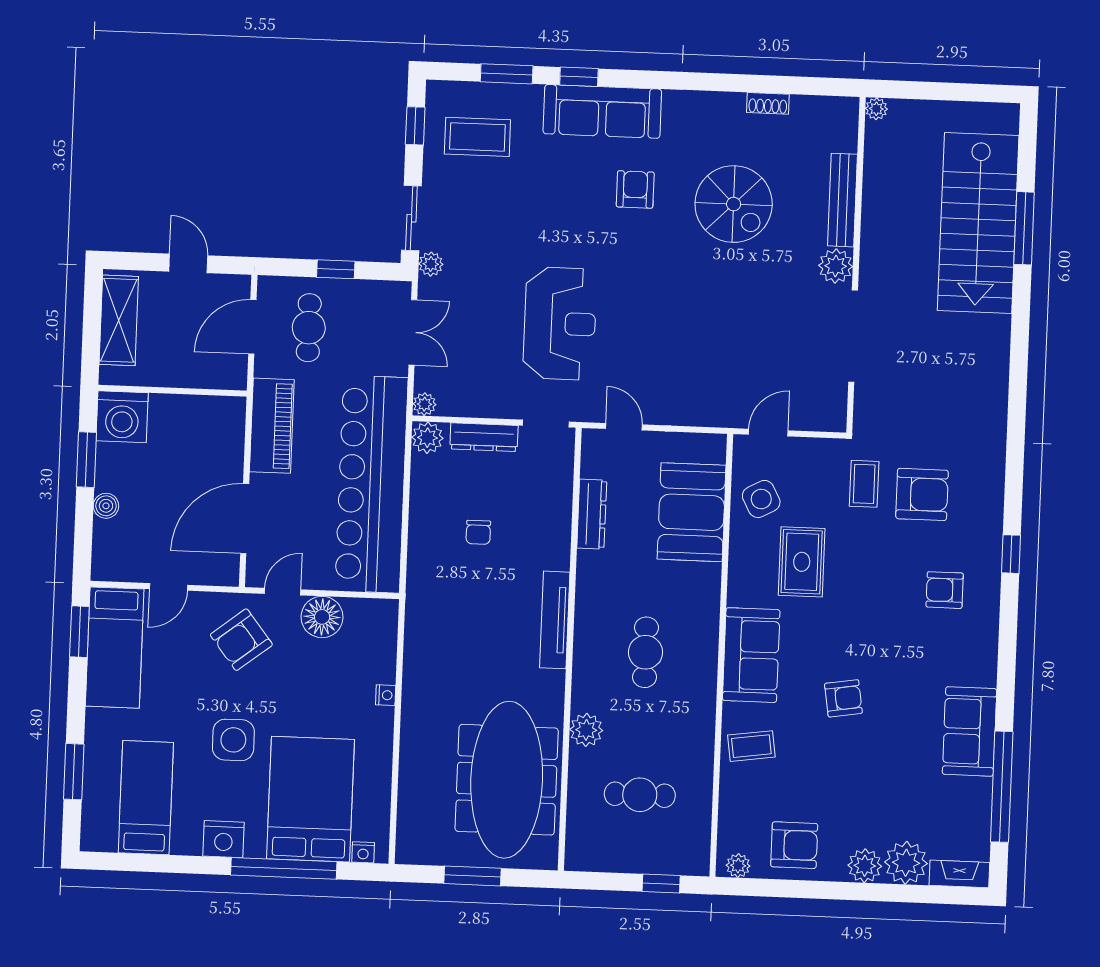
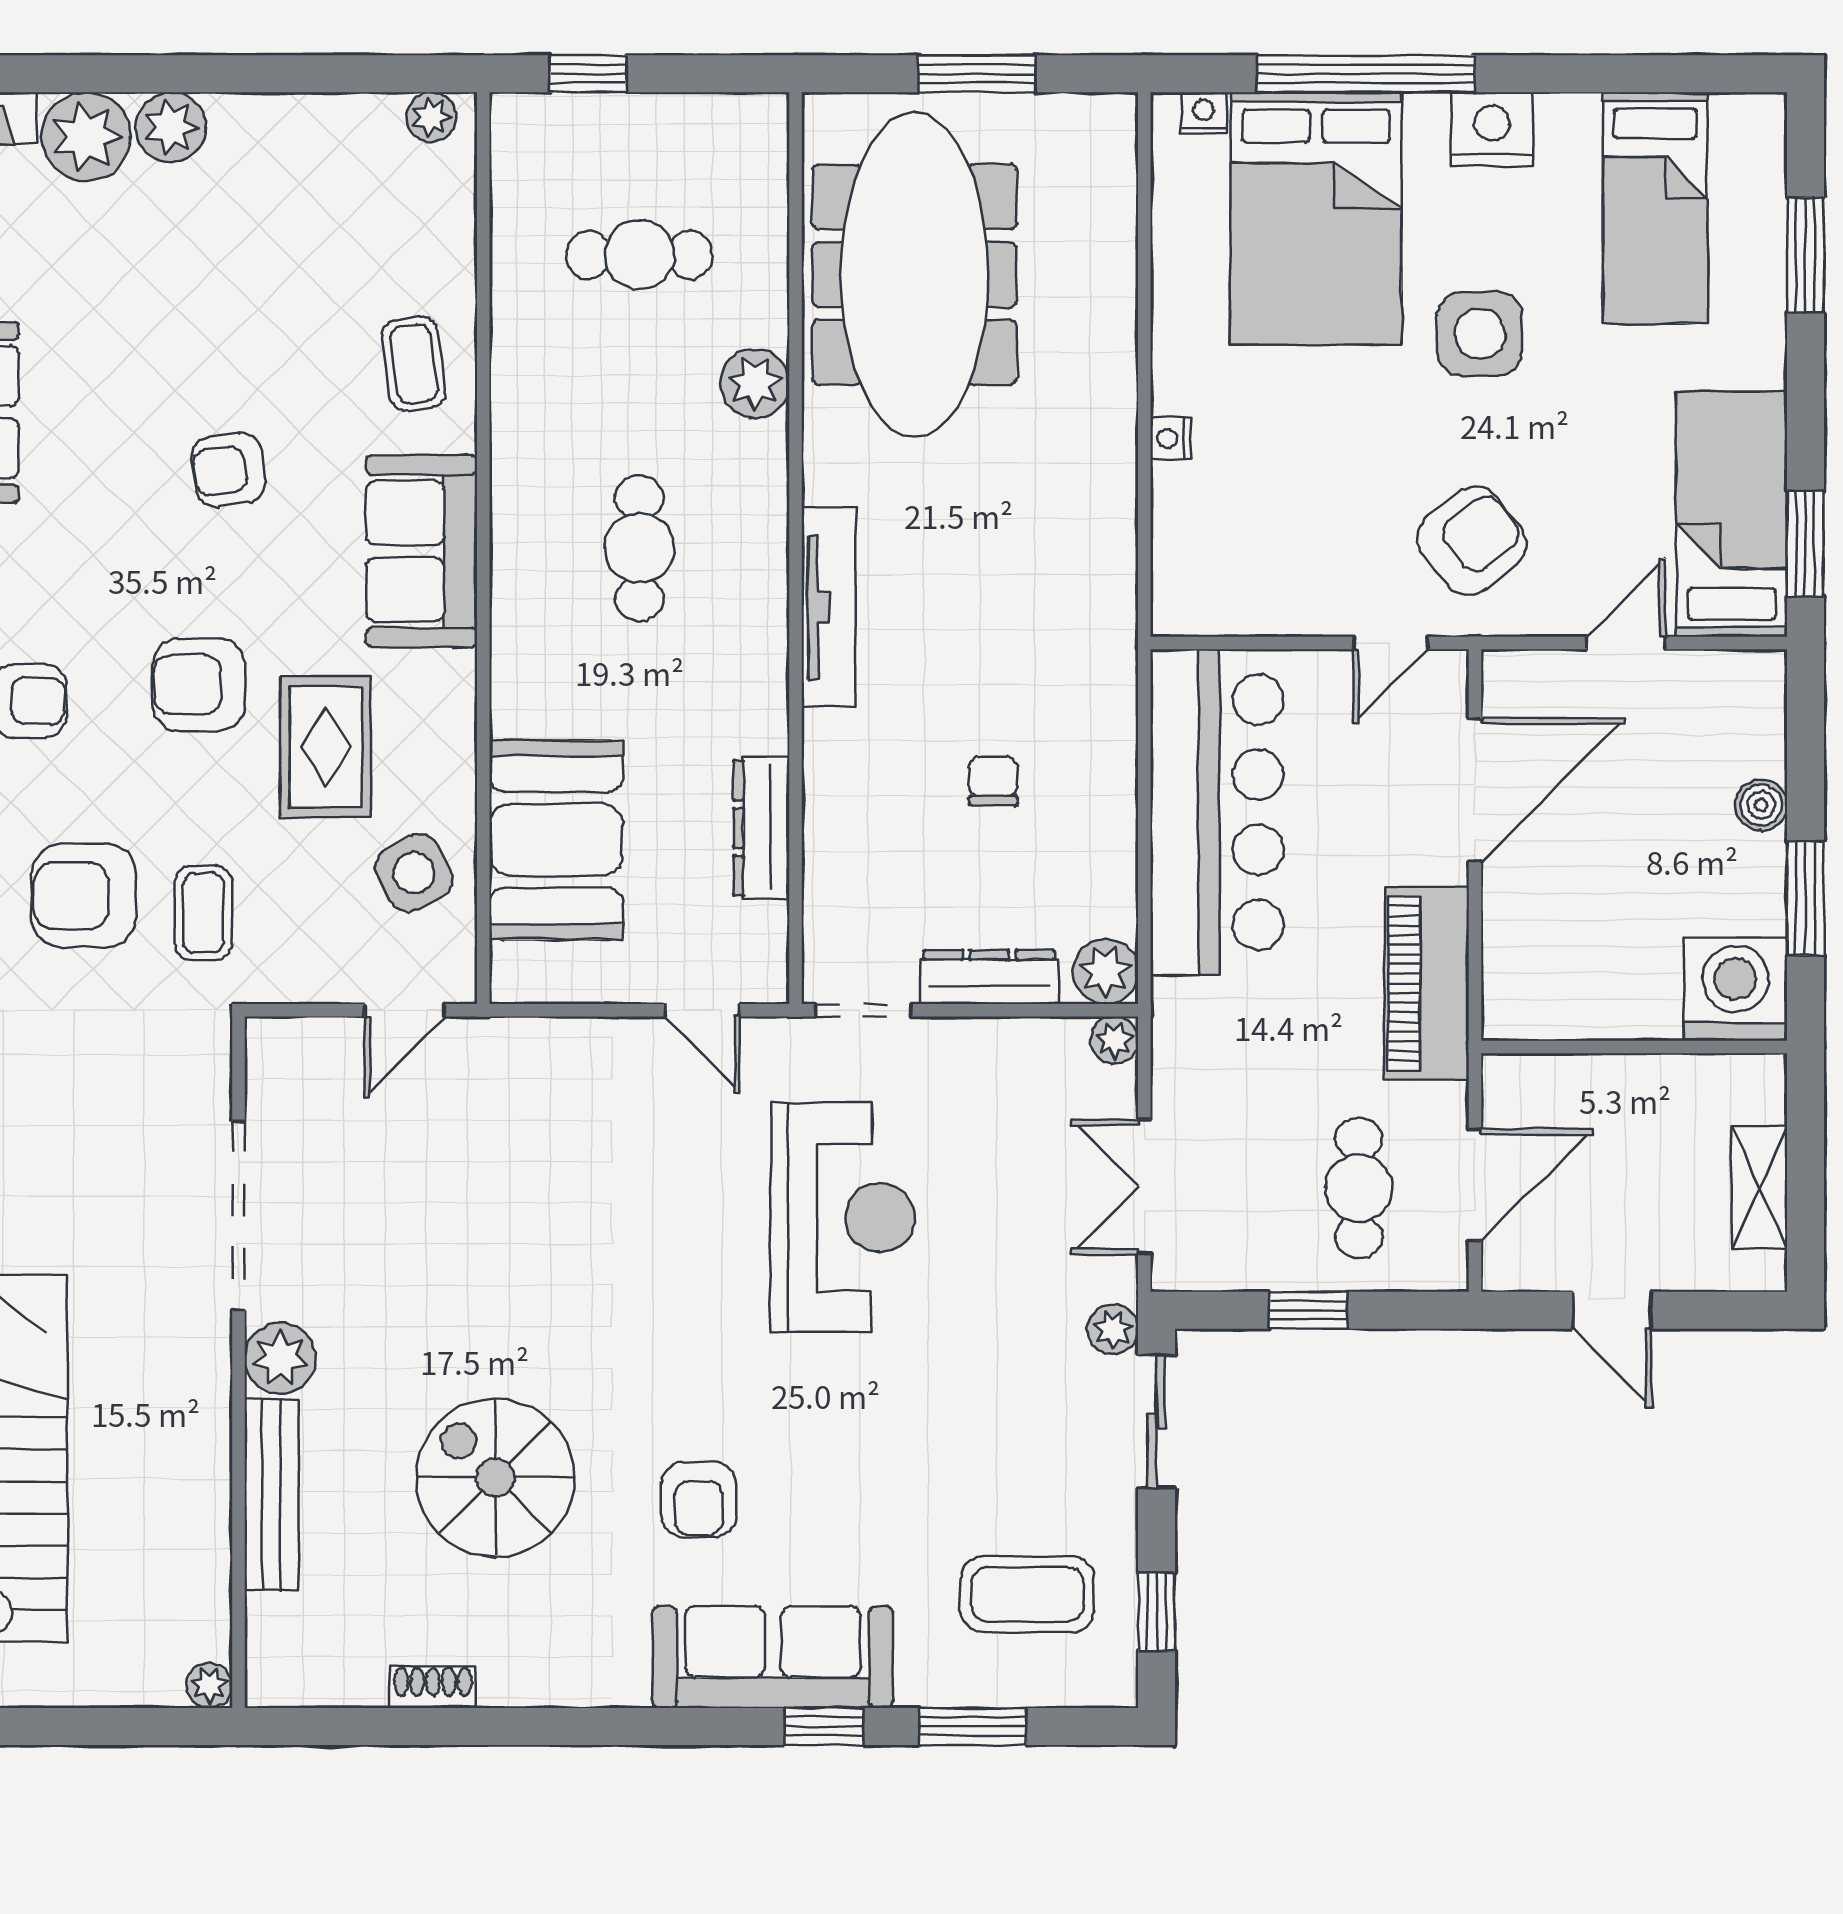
shelving: (119, 320) -> (1759, 1187), width x0.67, depth x0.75
reception desk: (560, 324) -> (843, 1217), turned 180
bar counter: (371, 484) -> (1217, 812), width x0.73
floor lamp: (322, 617) -> (1308, 594), removed
coffee table: (751, 746) -> (414, 364), turned 90
armchair: (794, 845) -> (199, 685), moved

